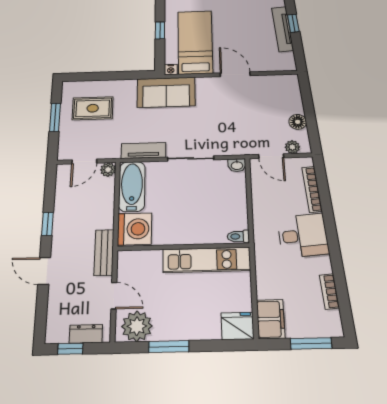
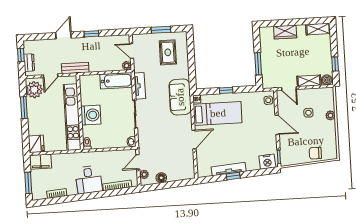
washing machine: (135, 229) -> (91, 115), moved, turned -90
kitchen unit: (207, 260) -> (72, 117), width x1.36

